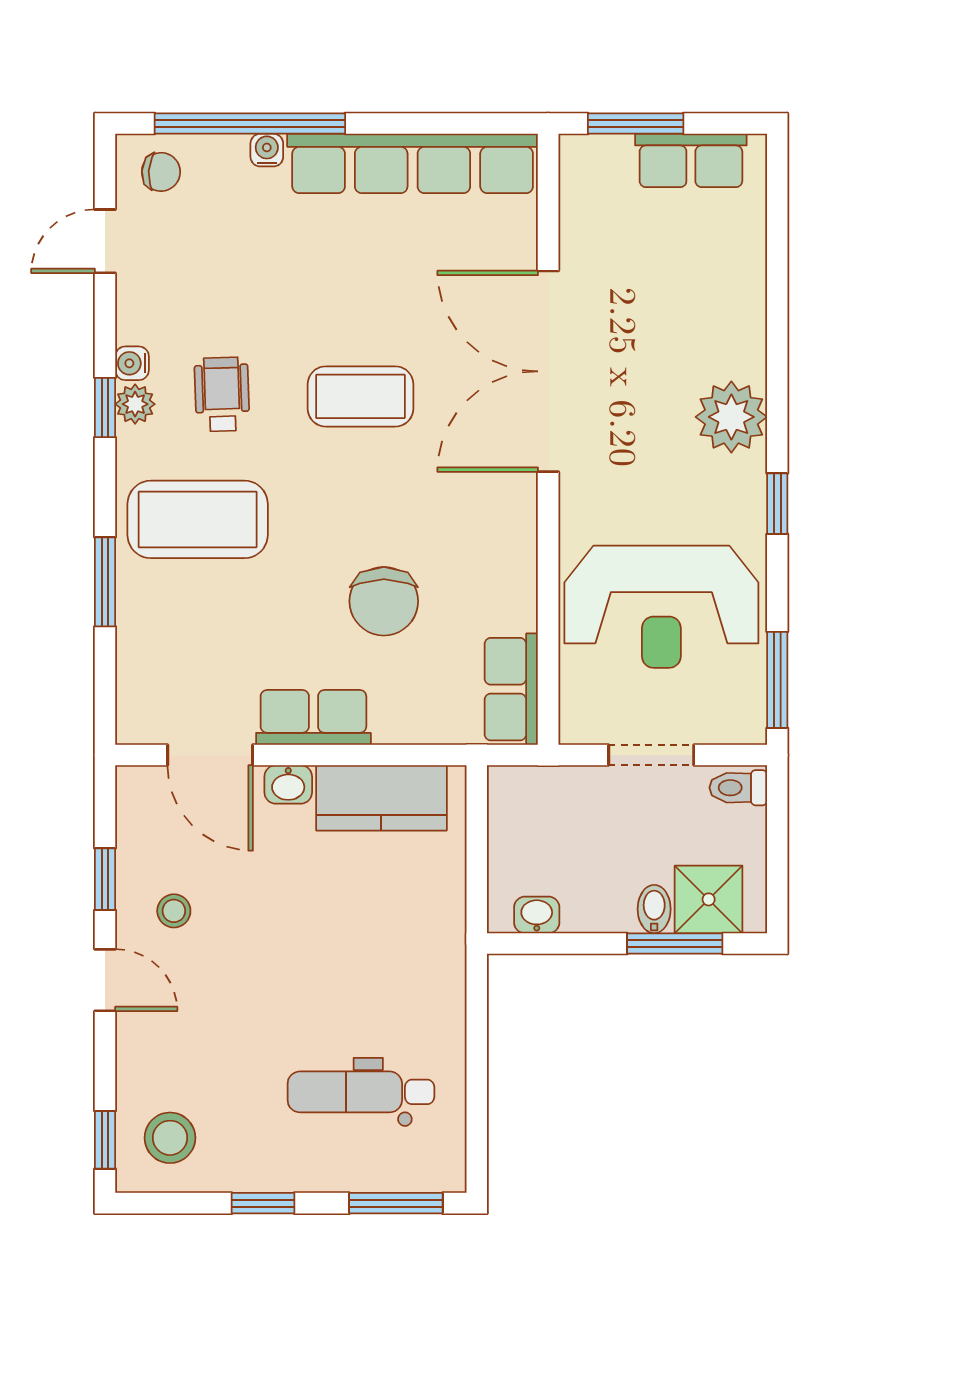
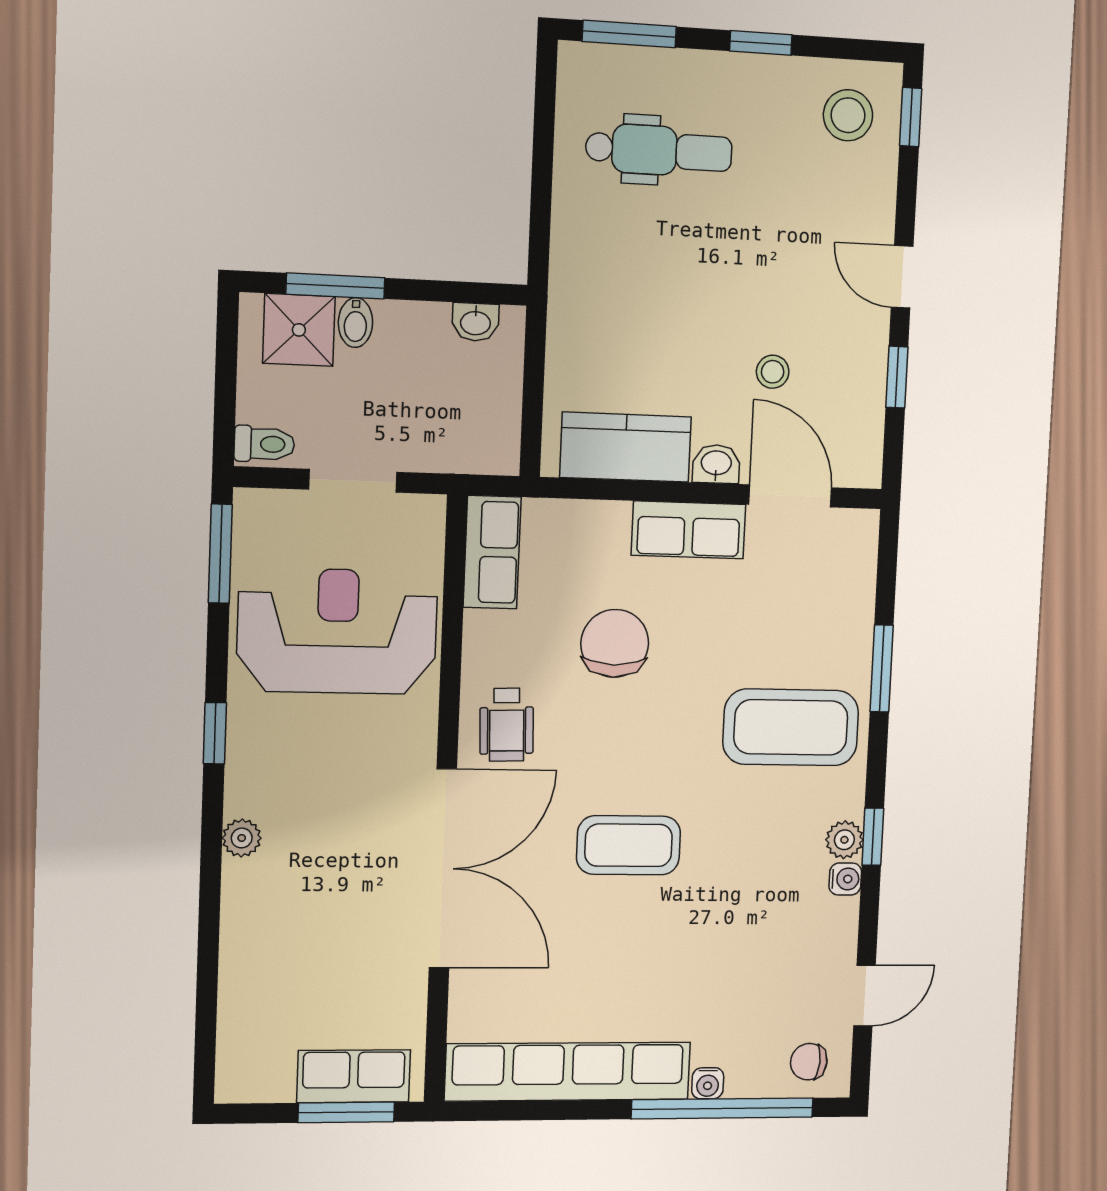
row of seats: (691, 160) -> (354, 1076), moved
wheelchair: (222, 394) -> (507, 725), moved
plant: (731, 417) -> (242, 838), width x0.53, depth x0.53
stool: (174, 911) -> (773, 372), moved

